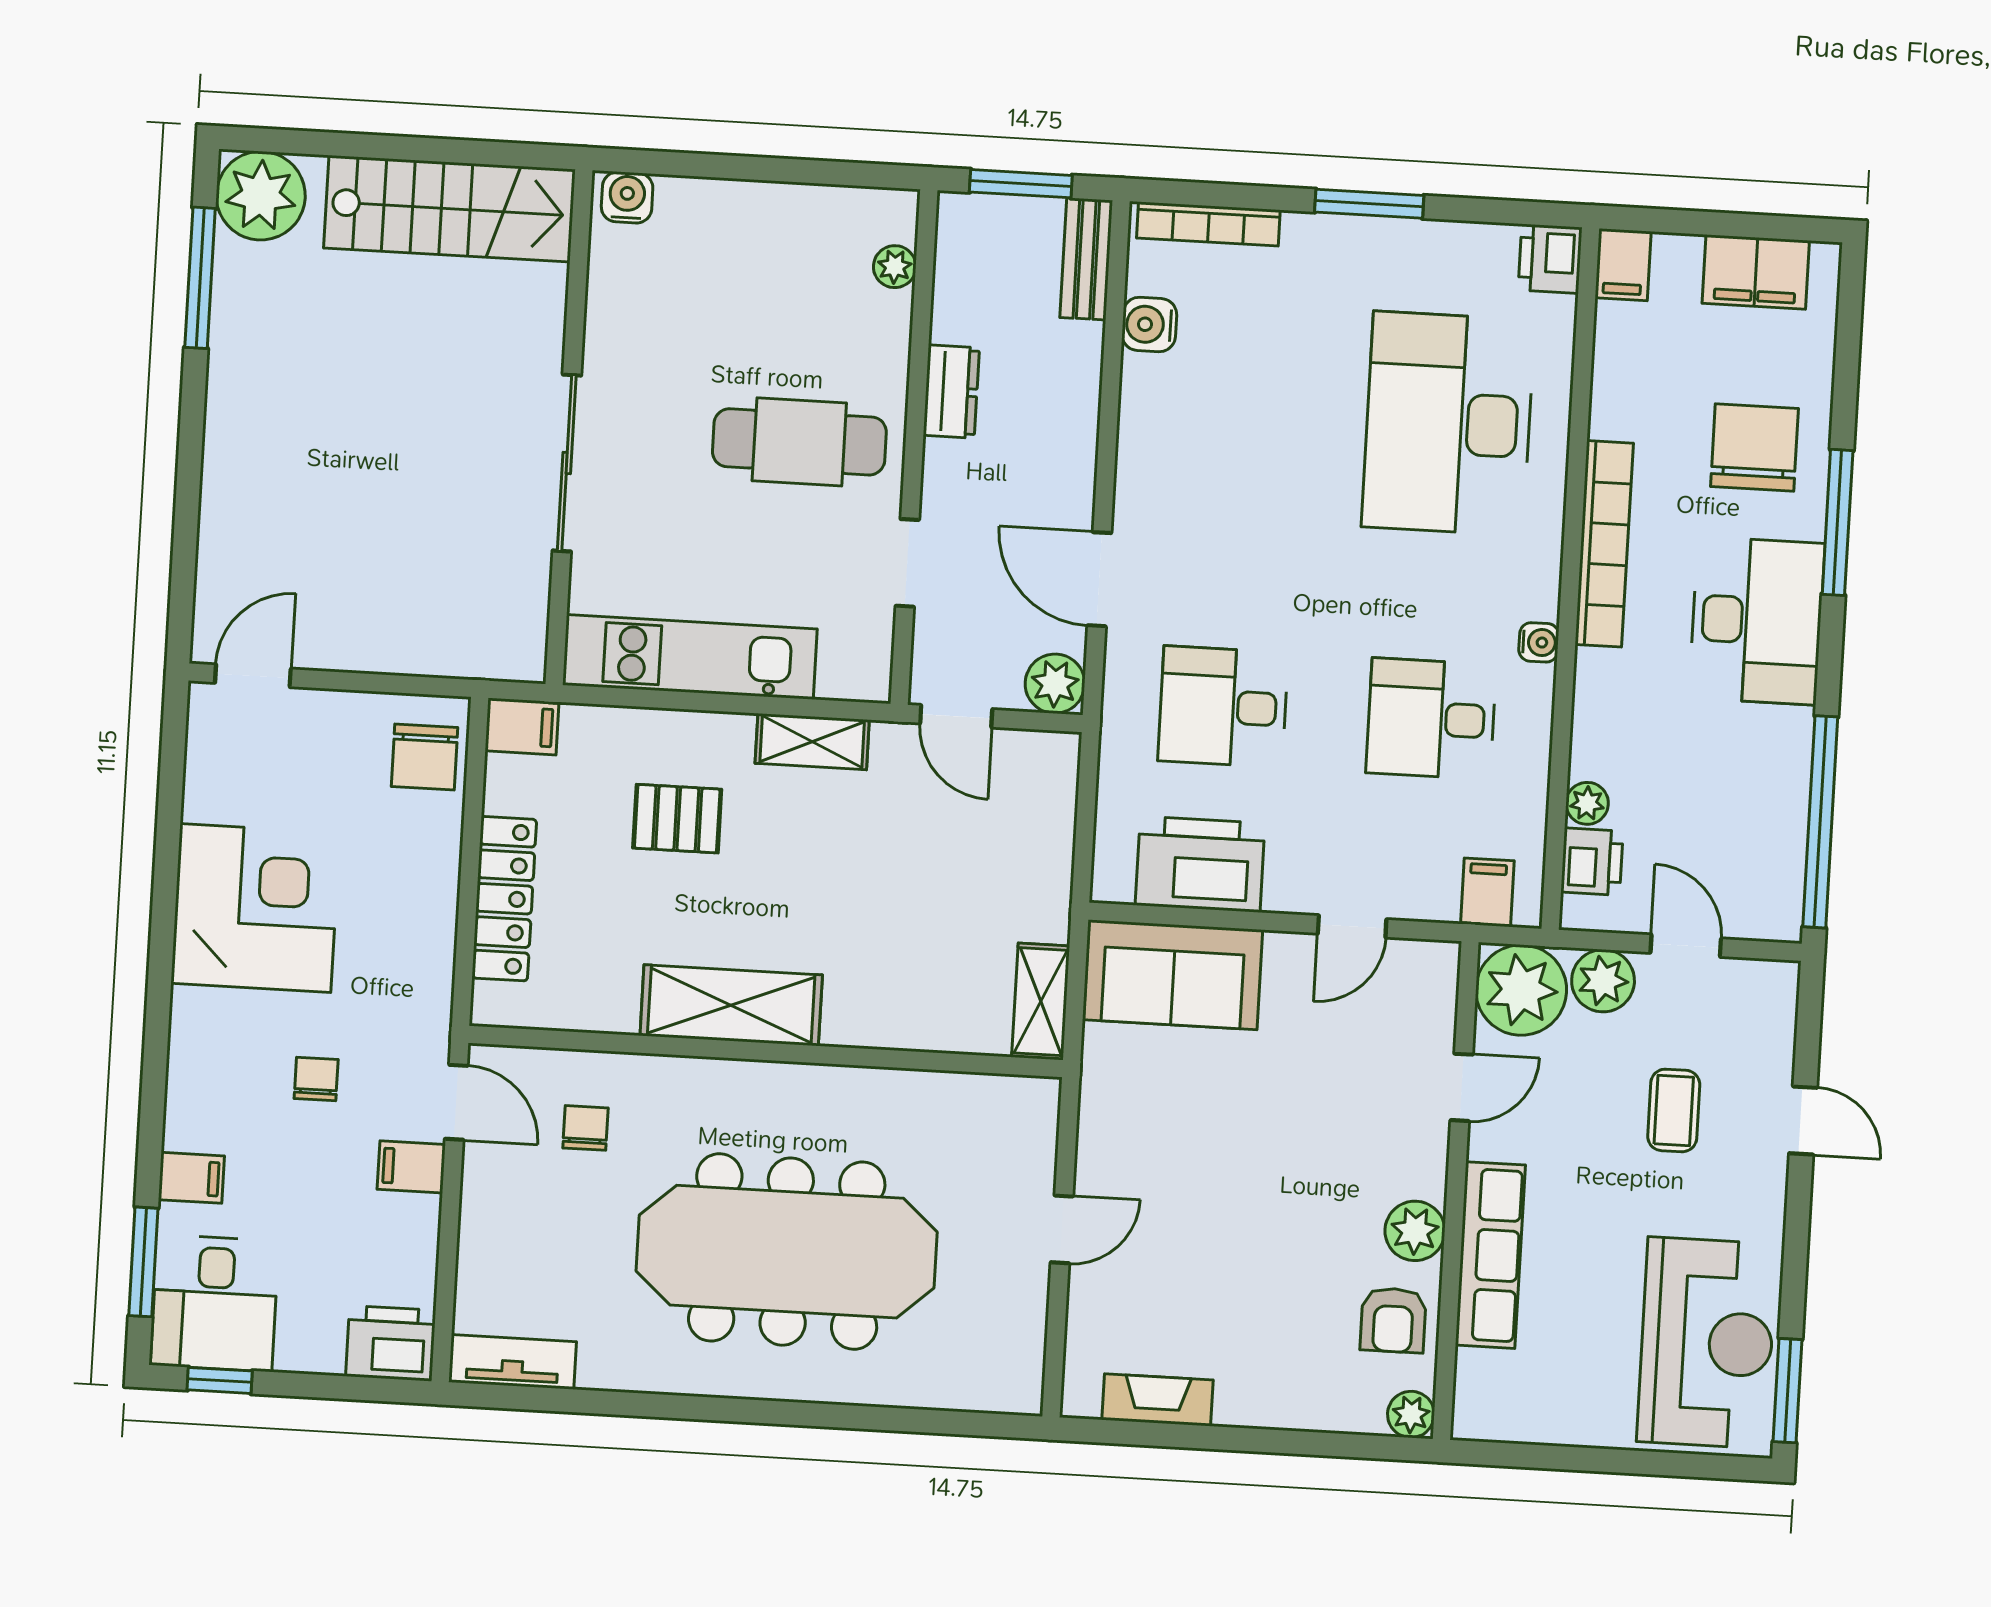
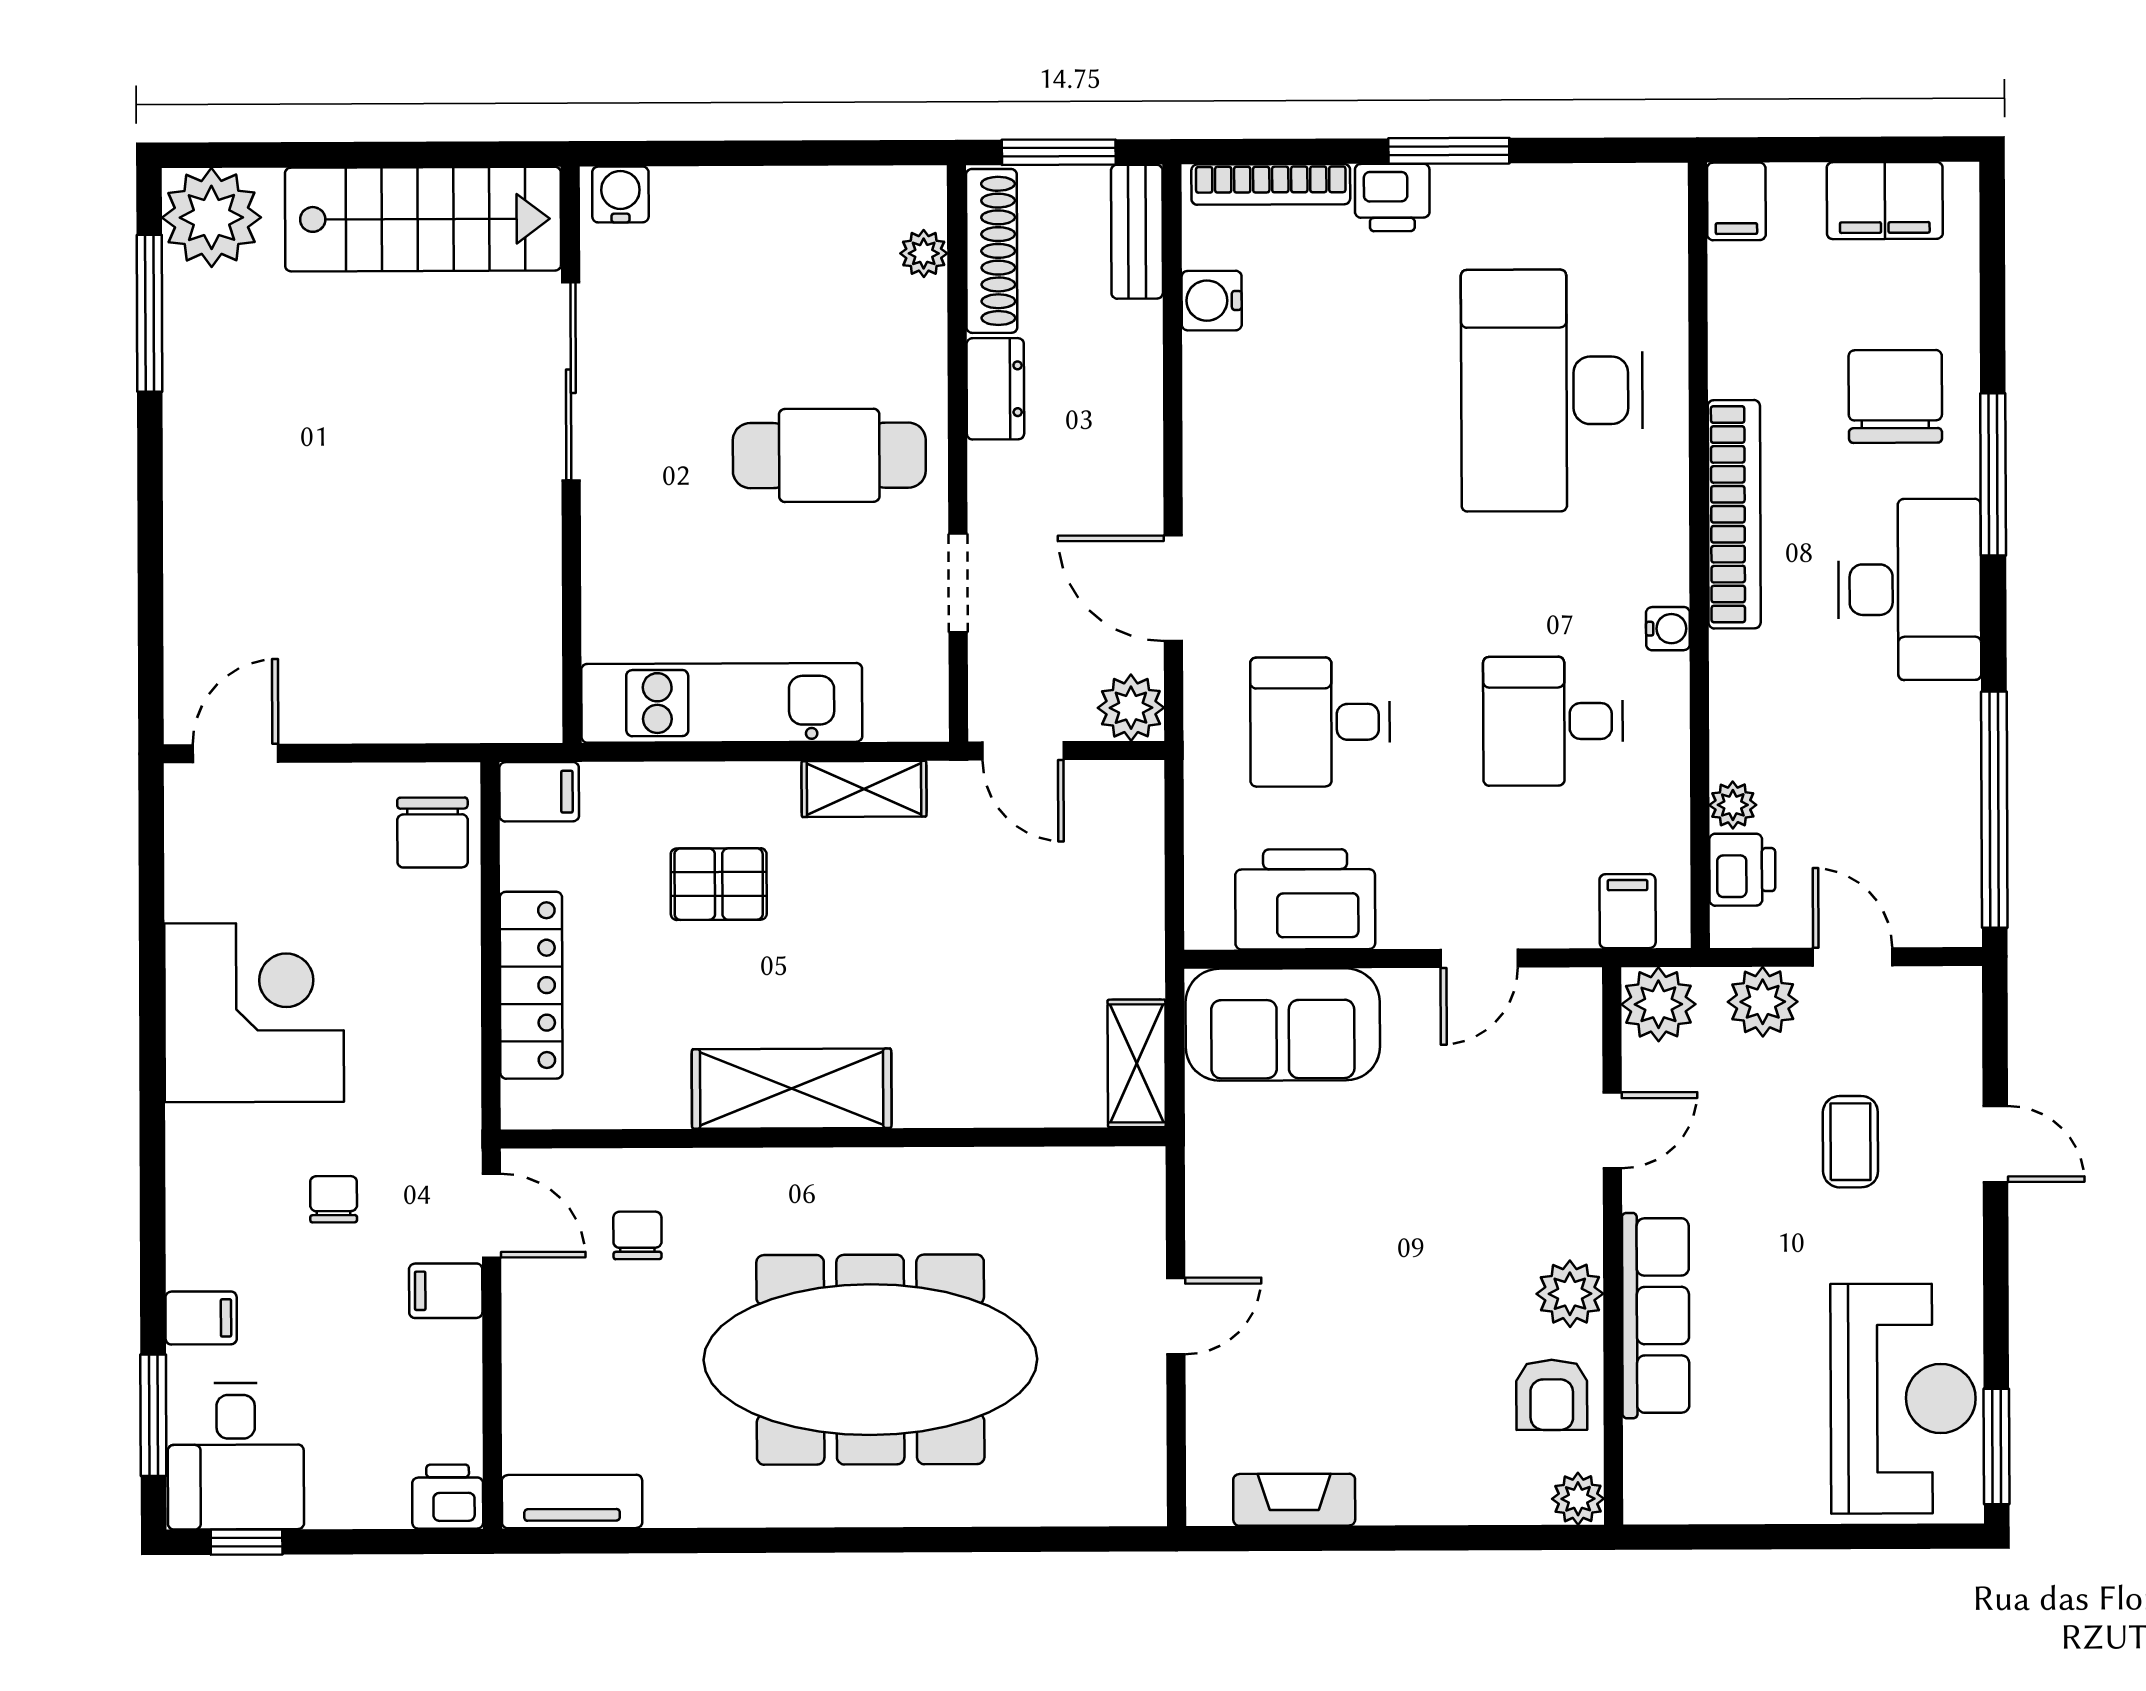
printer: (1550, 259) -> (1392, 197), moved, turned -90
shoe rack: (956, 268) -> (992, 251), added
sliding door: (567, 463) -> (571, 381), moved
plant: (1521, 990) -> (1658, 1004), width x0.73, depth x0.73
printer: (391, 1343) -> (448, 1497), width x0.73, depth x0.81

